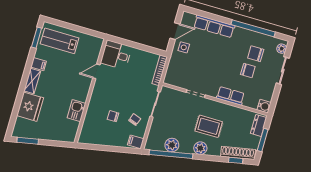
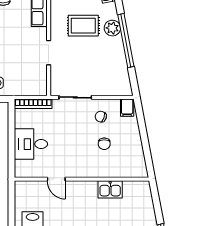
desk: (116, 55) -> (31, 144), moved, turned 90
rug: (209, 126) -> (83, 26), turned 90
plant: (172, 145) -> (118, 63), removed
window: (171, 154) -> (126, 40), moved

